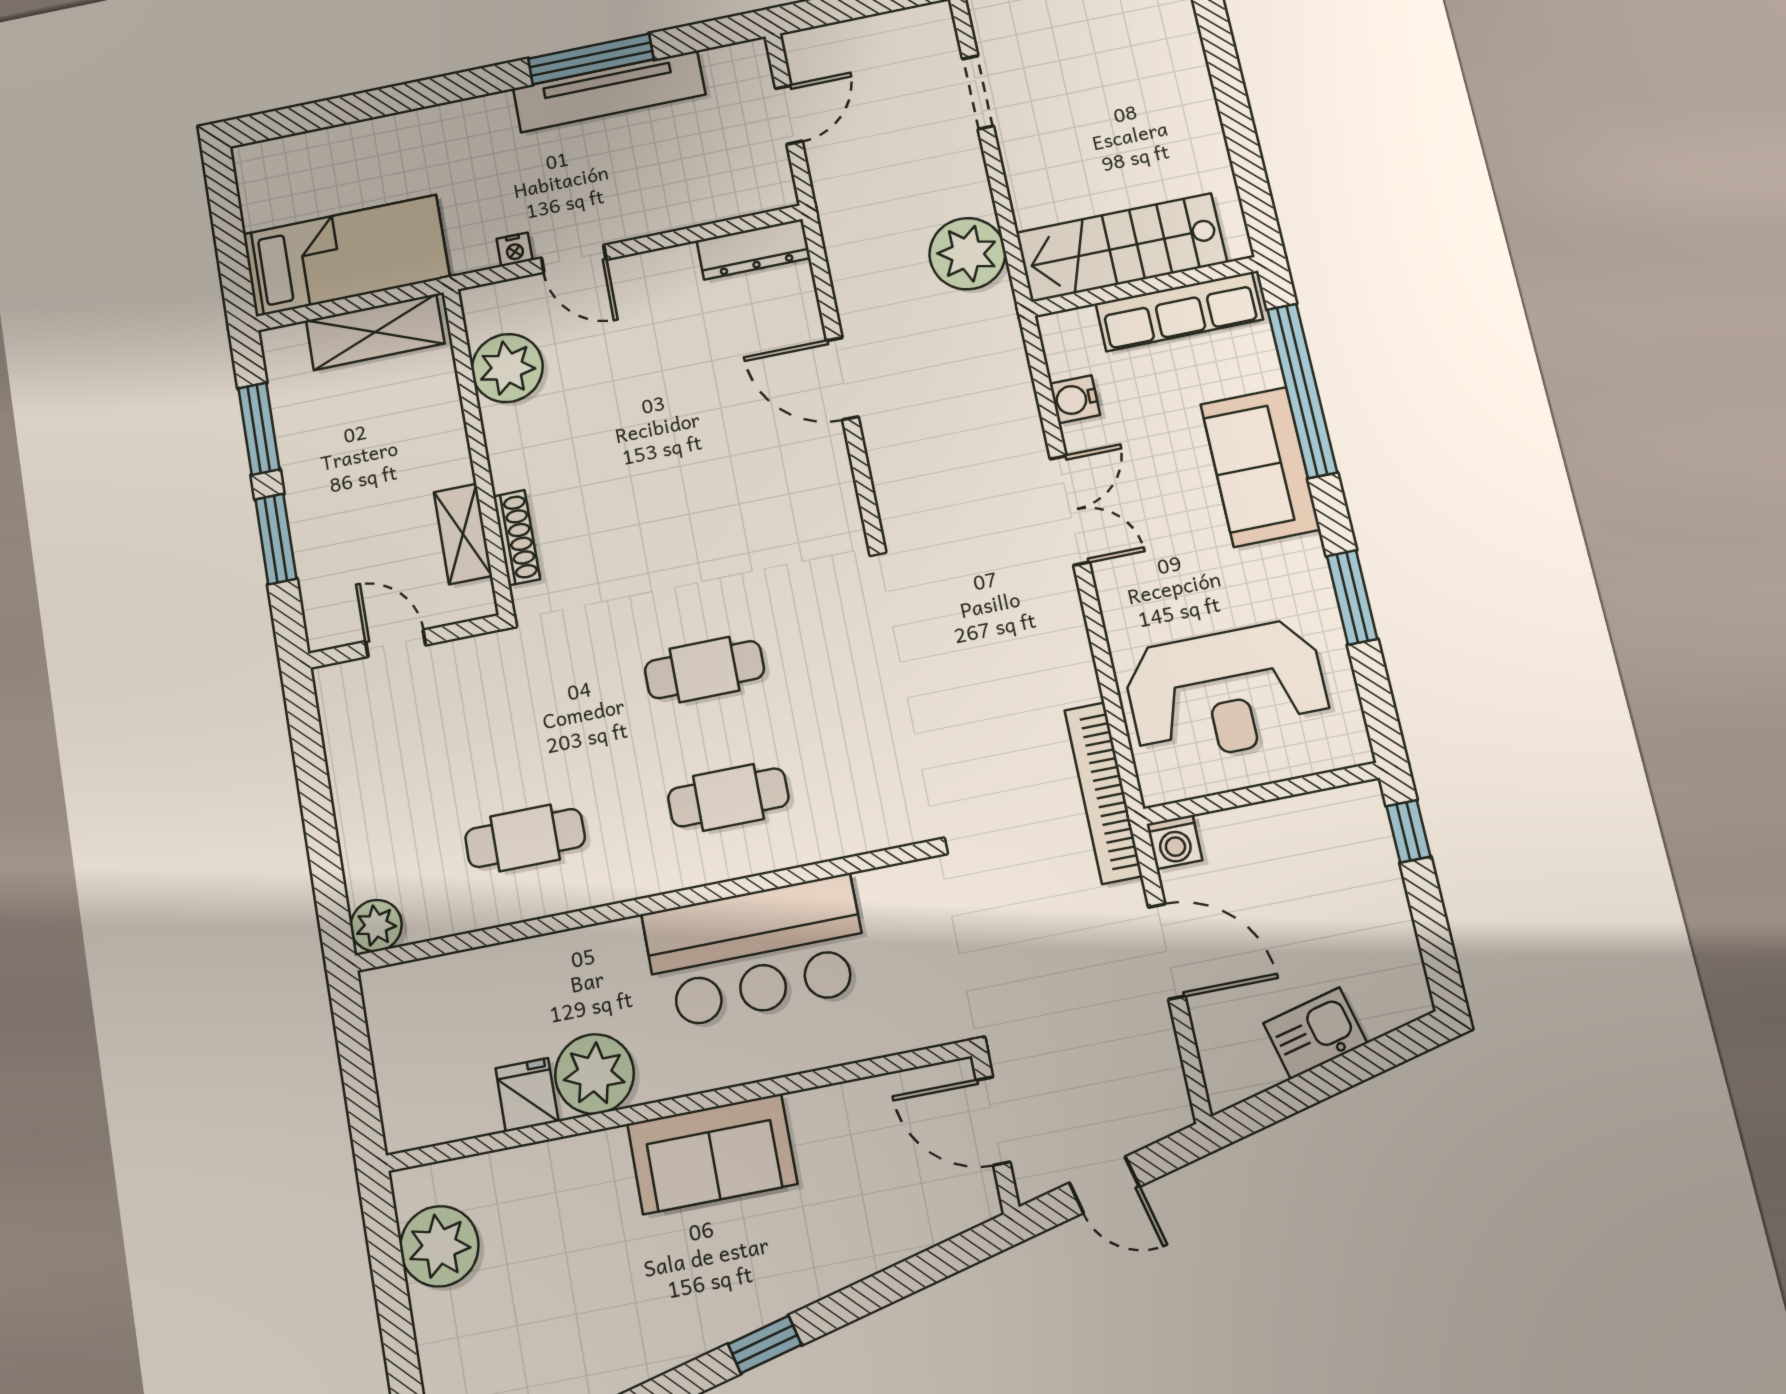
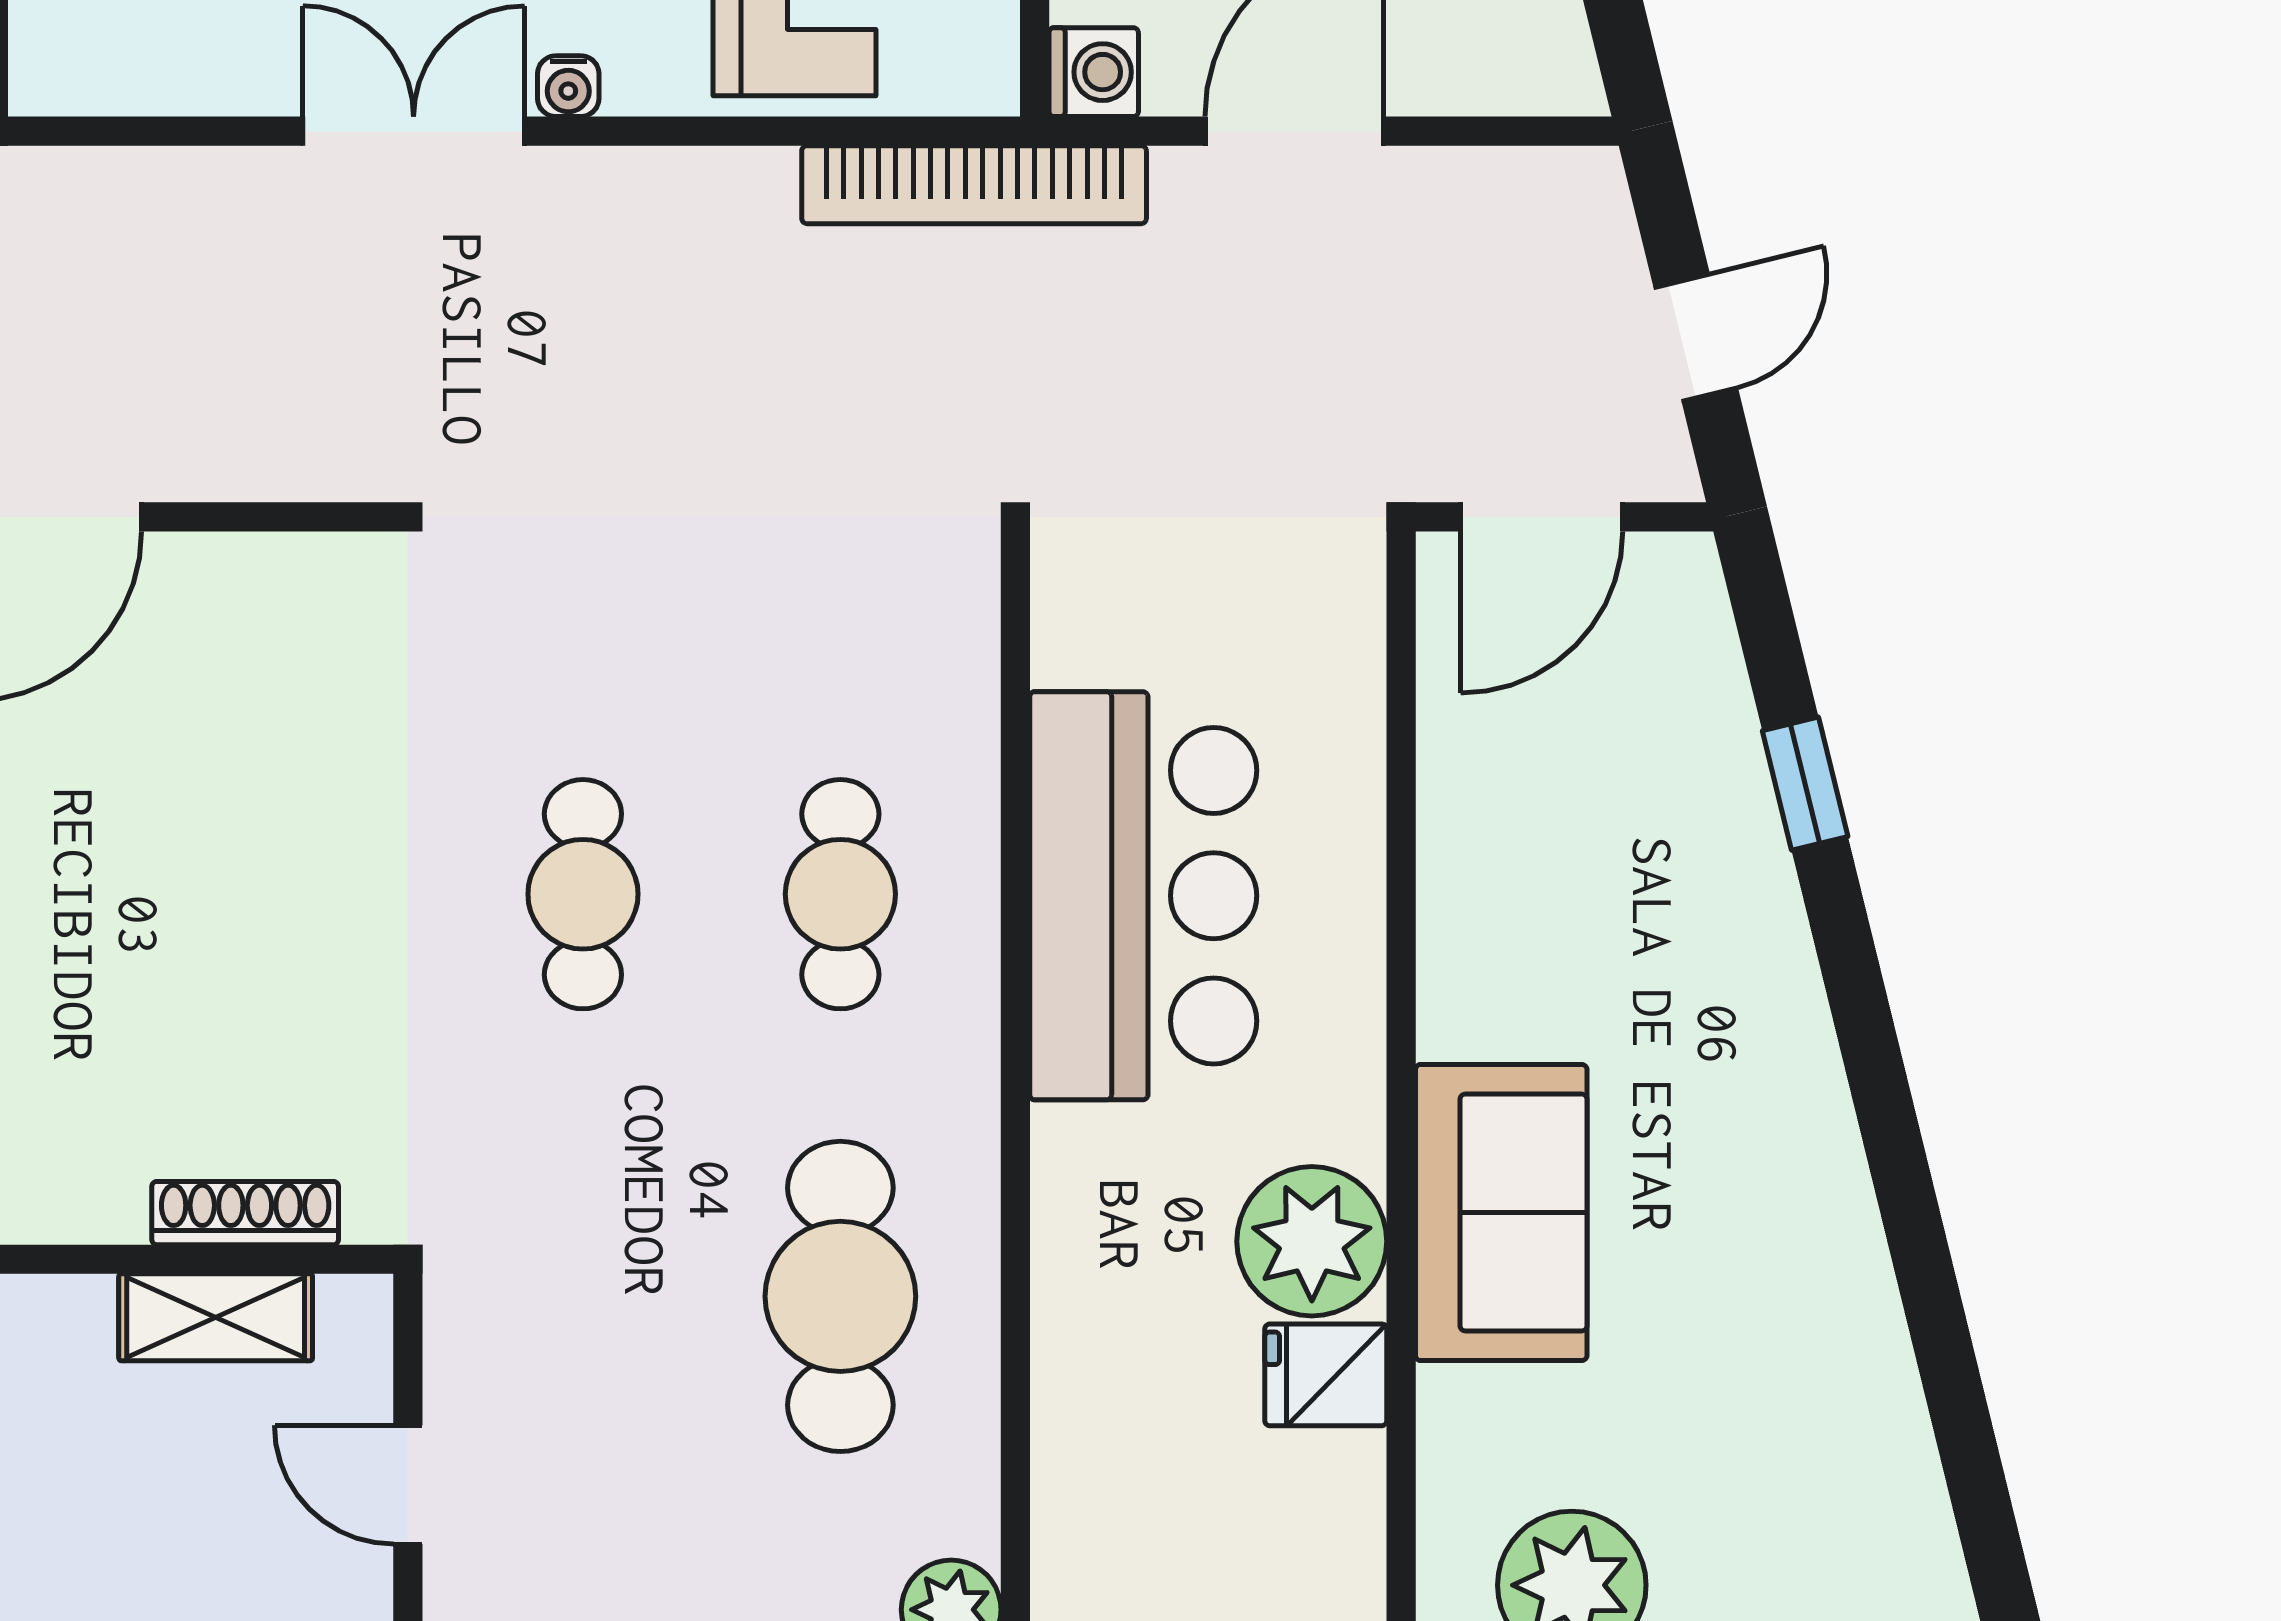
water cooler: (1075, 399) -> (568, 86), moved, width x0.72, depth x0.72
door: (396, 643) -> (408, 1485), hinge flipped
cafe table: (525, 838) -> (840, 1296), width x1.37, depth x1.35
sofa: (712, 1154) -> (1501, 1212), moved
window: (765, 1345) -> (1805, 784), moved

